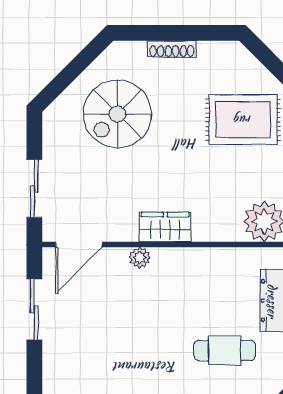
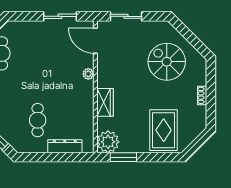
shoe rack: (172, 49) -> (202, 95), width x0.70
wardrobe: (165, 227) -> (105, 102), moved

